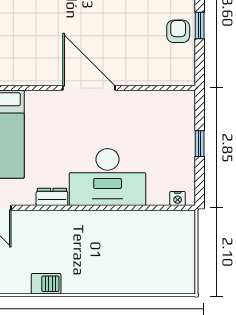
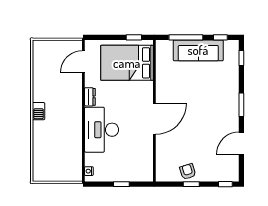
armchair: (178, 31) -> (188, 171), turned -107
barbecue: (46, 284) -> (39, 111), moved

